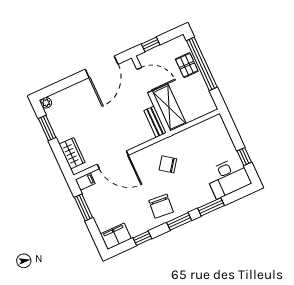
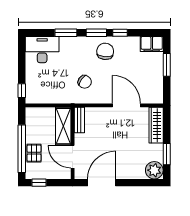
window: (151, 44) -> (39, 183), moved
plant: (46, 103) -> (154, 170), width x1.88, depth x1.88
wardrobe: (72, 153) -> (156, 125), width x1.50
window: (244, 157) -> (22, 91), moved
filing cabinet: (85, 181) -> (156, 98), removed
window: (84, 207) -> (167, 65), moved
window: (142, 238) -> (120, 33), moved

